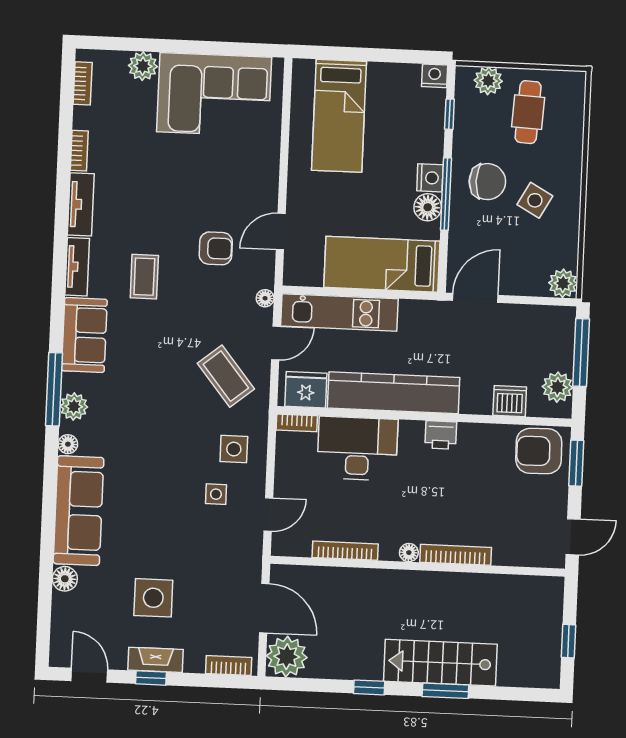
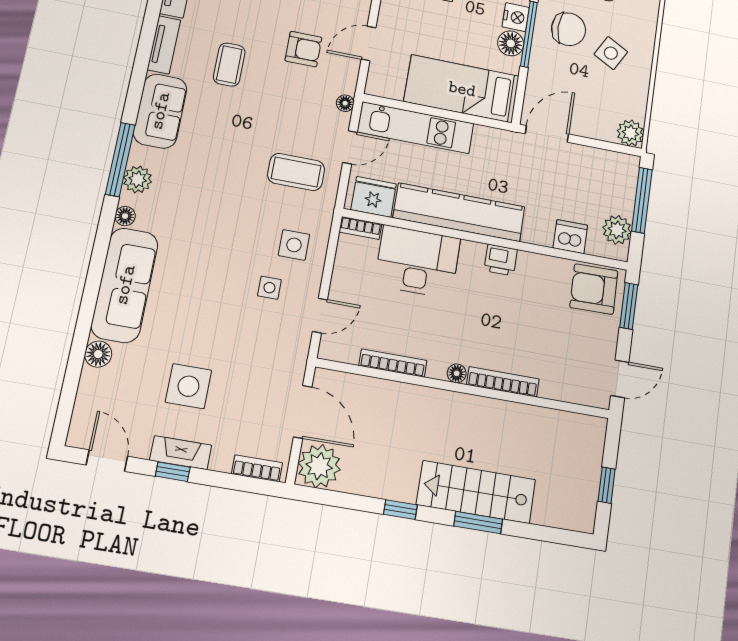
coffee table: (226, 376) -> (296, 172), turned -51

